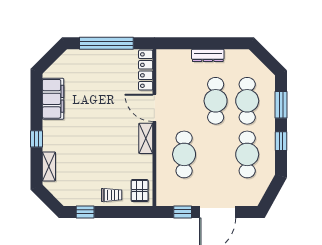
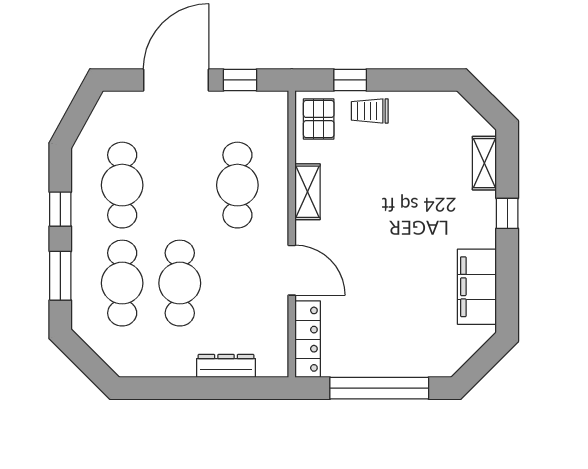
dresser: (208, 55) -> (226, 366), moved
shelving: (146, 138) -> (307, 192), moved
window: (85, 212) -> (350, 80), moved

